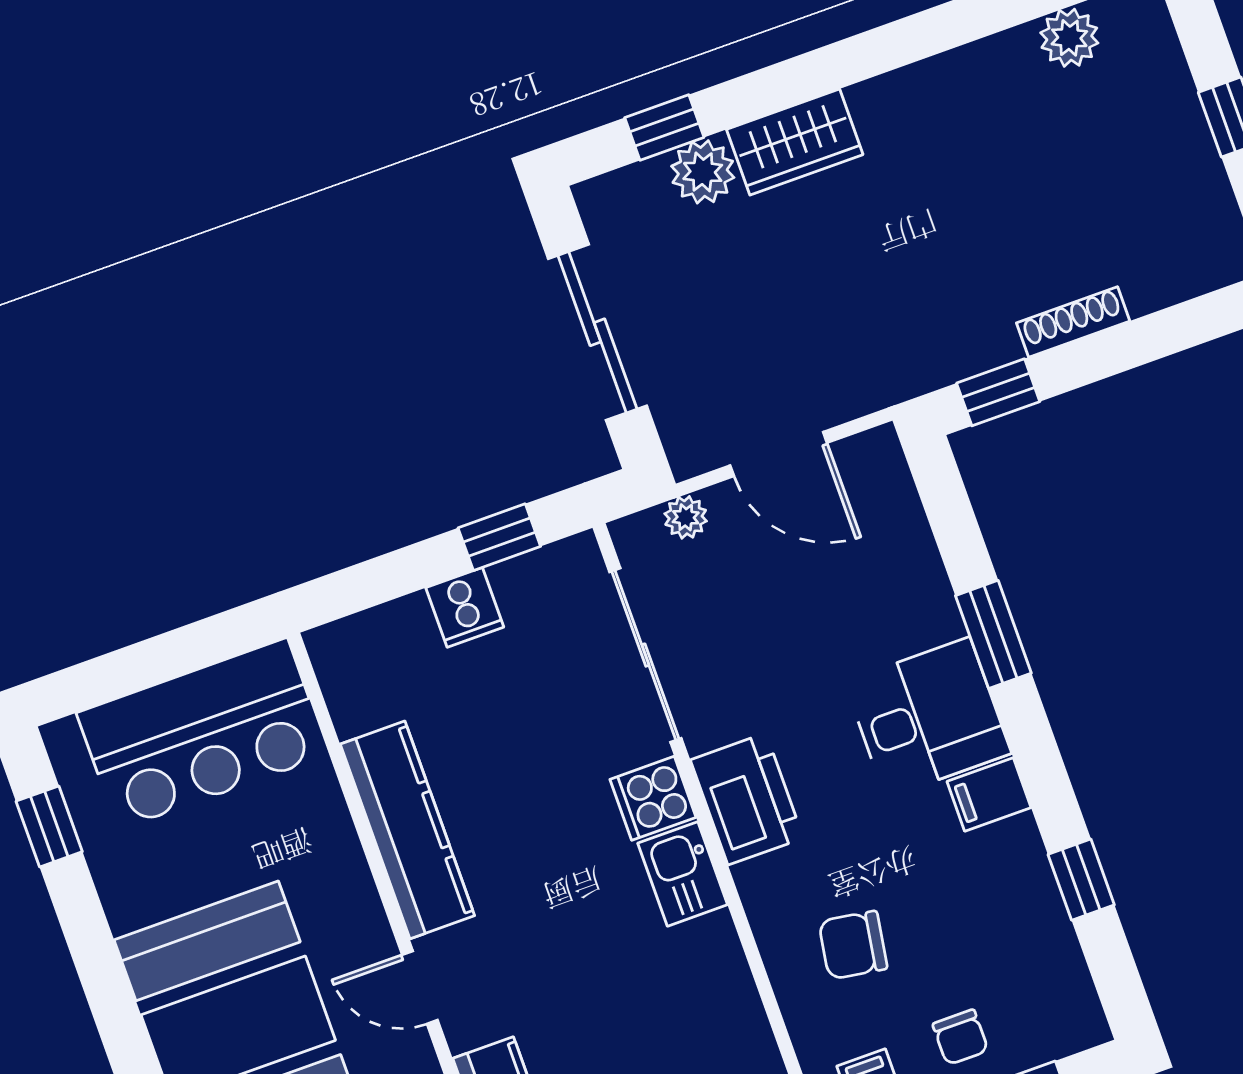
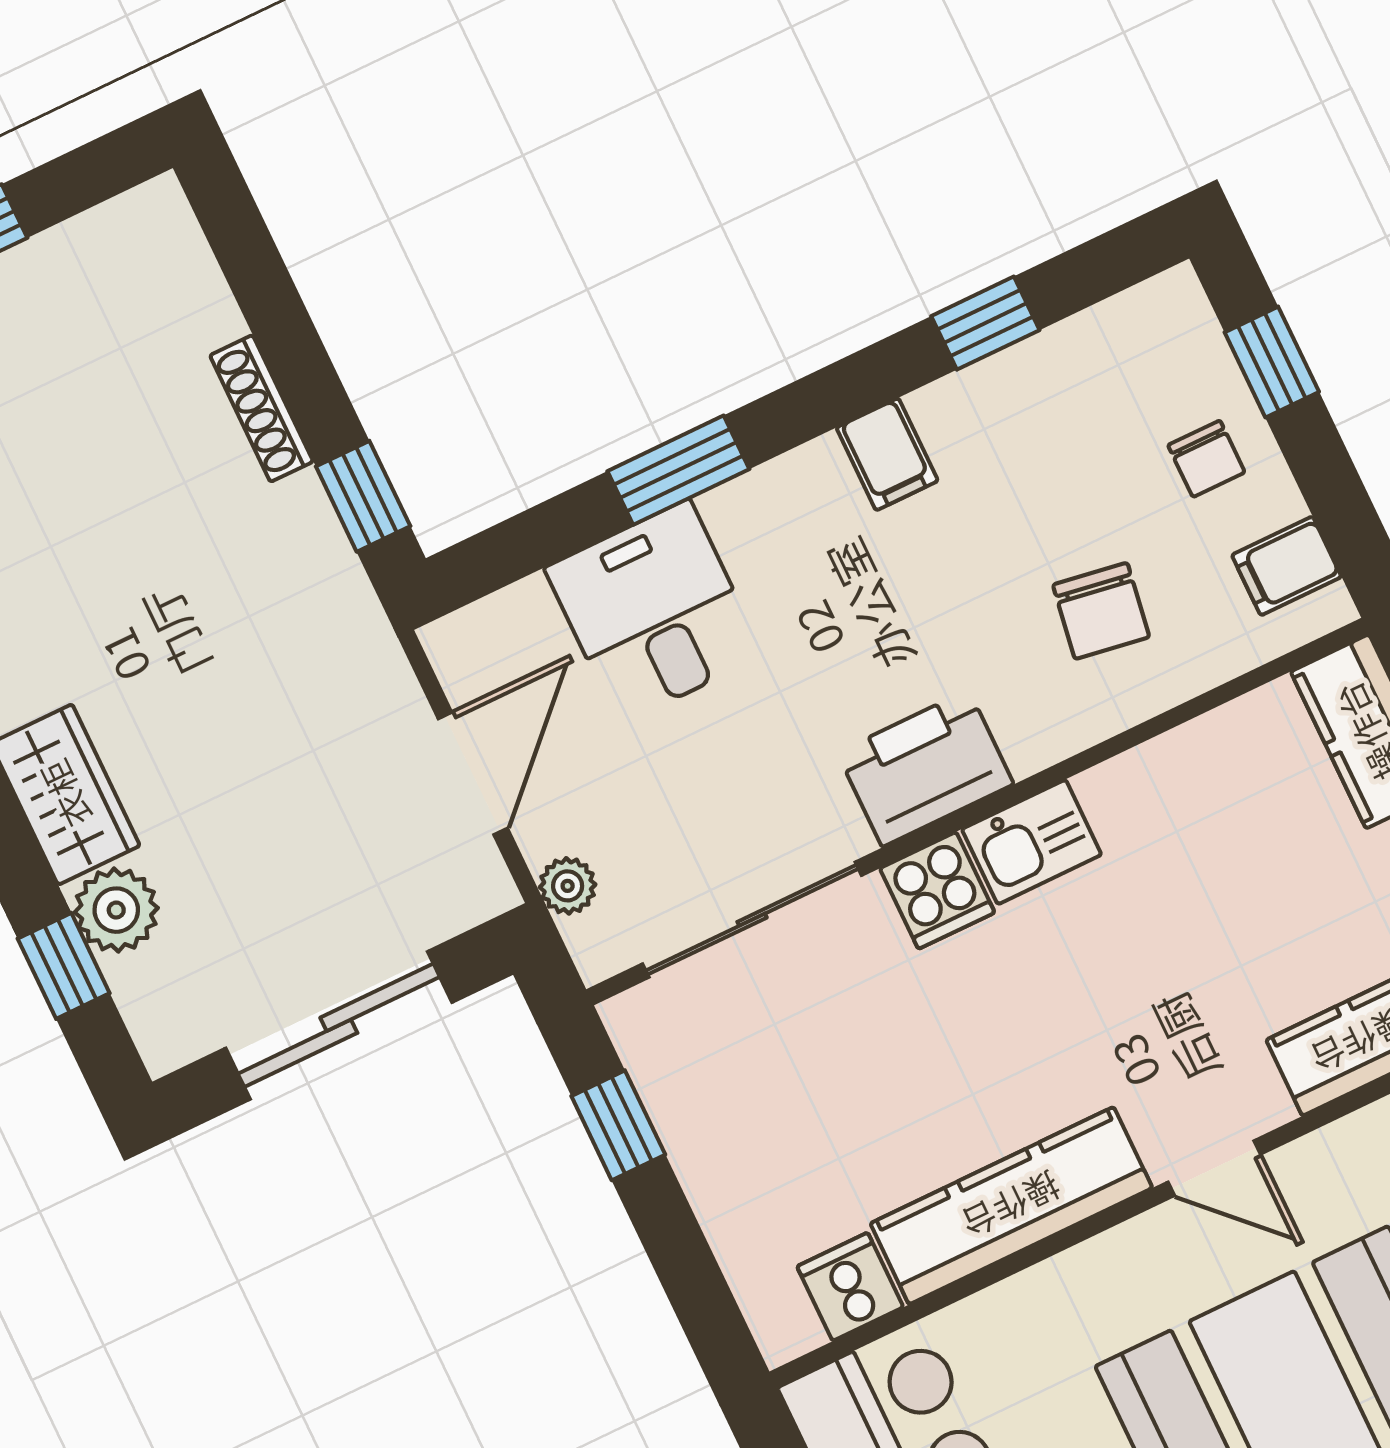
cooker: (465, 607) -> (850, 1287), moved, turned -90
desk: (928, 718) -> (654, 612), moved
door: (420, 987) -> (1214, 1168), hinge flipped
chair: (960, 1037) -> (1206, 459), turned 90

